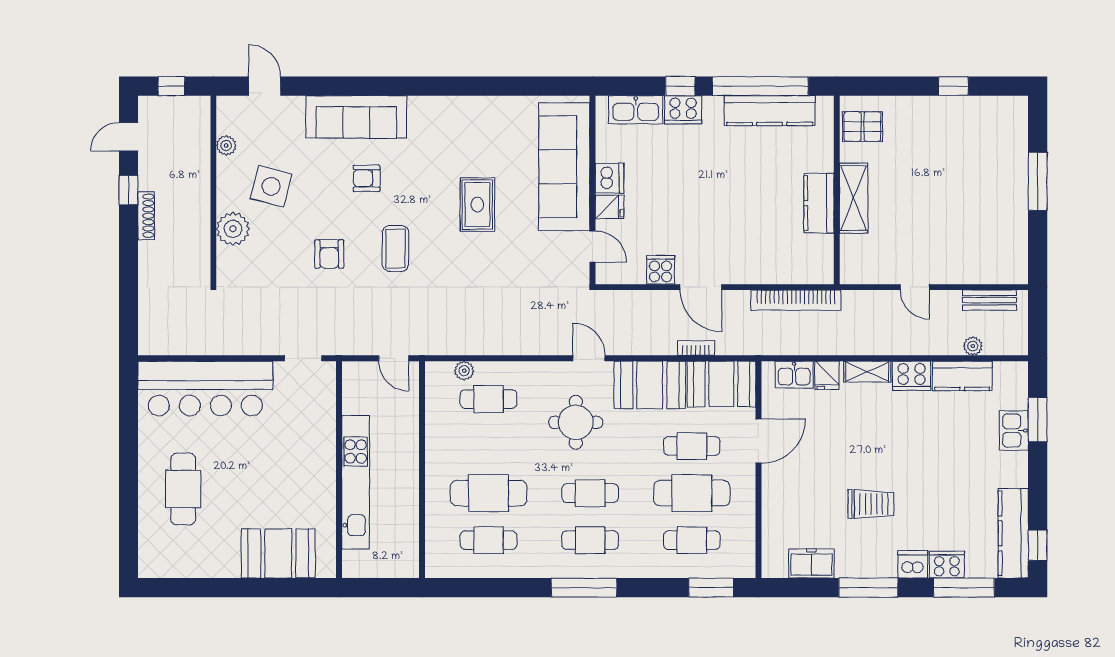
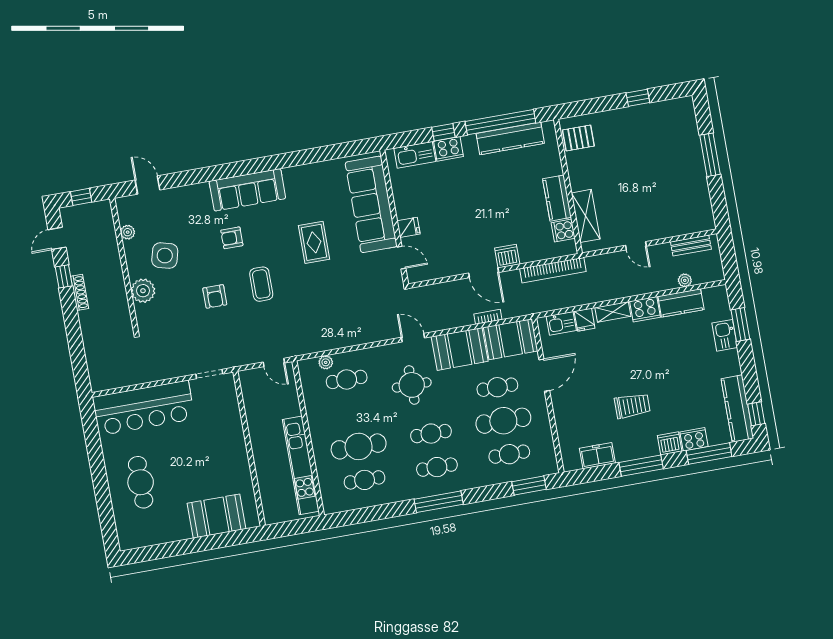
sofa: (356, 117) -> (247, 190), moved
dishwasher: (610, 178) -> (507, 256), moved, turned -90
shelving: (854, 198) -> (586, 216), moved
cooker: (661, 270) -> (563, 230), moved, turned -90
kitchen unit: (356, 482) -> (301, 465), moved, turned 180

